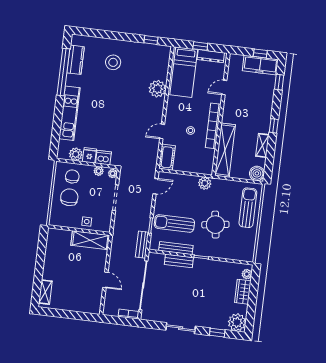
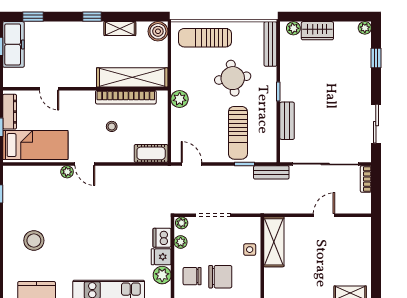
plant: (157, 89) -> (67, 172), width x0.53, depth x0.53
bookcase: (213, 126) -> (126, 97), moved
door: (162, 131) -> (85, 164), moved
chair: (69, 197) -> (220, 277), turned 180
bench: (176, 248) -> (270, 44), moved
plant: (237, 322) -> (365, 28), width x0.53, depth x0.53
sliding door: (181, 328) -> (376, 124), moved

